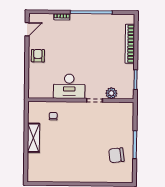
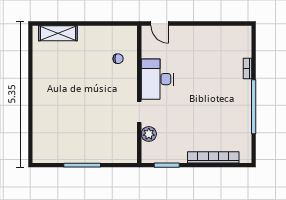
door: (27, 29) -> (160, 24), moved
armchair: (38, 56) -> (197, 38), removed
shelving: (33, 138) -> (58, 33), moved
chair: (116, 155) -> (68, 141), removed

